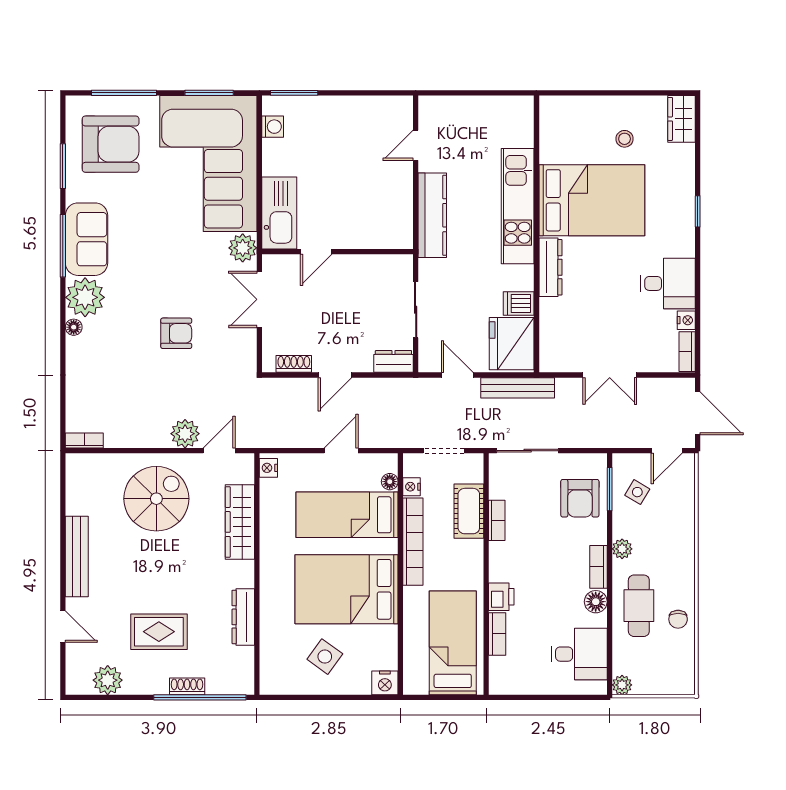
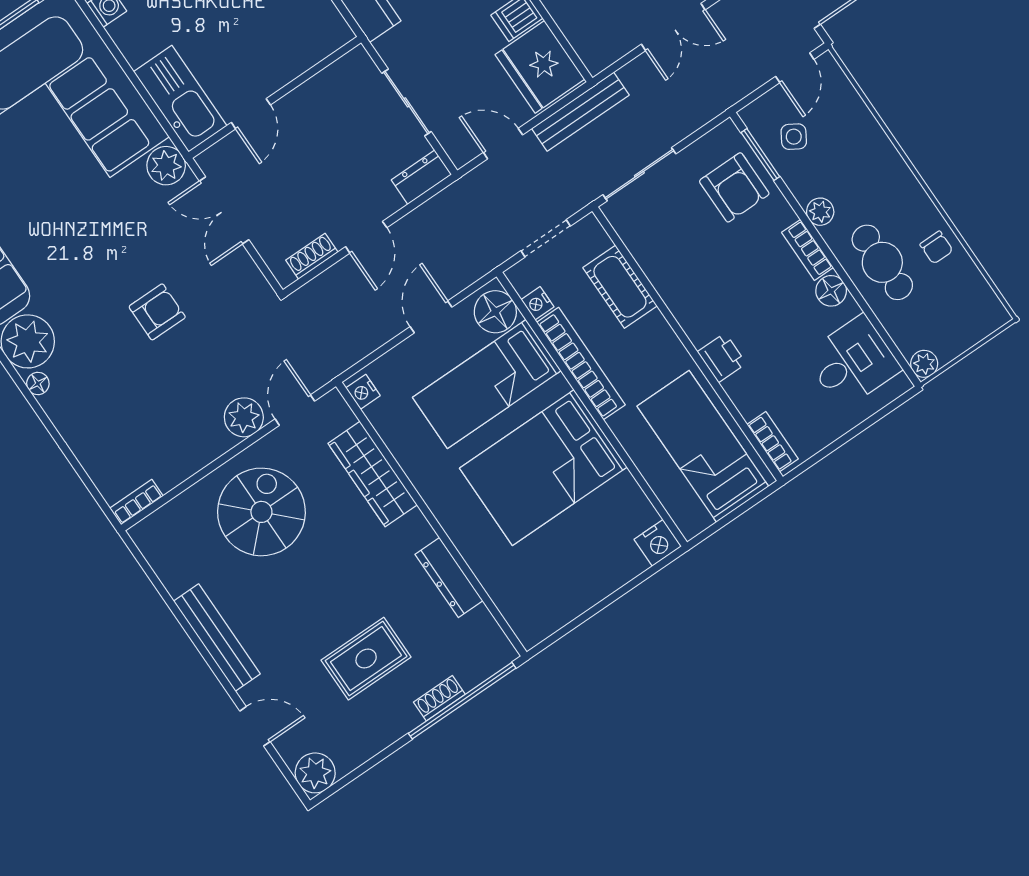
floor lamp: (390, 482) -> (495, 312), width x1.89, depth x1.89
bookcase: (497, 520) -> (658, 276), removed
bookcase: (497, 634) -> (773, 442), moved
side table: (325, 657) -> (570, 559), removed
plant: (108, 680) -> (315, 773), moved

